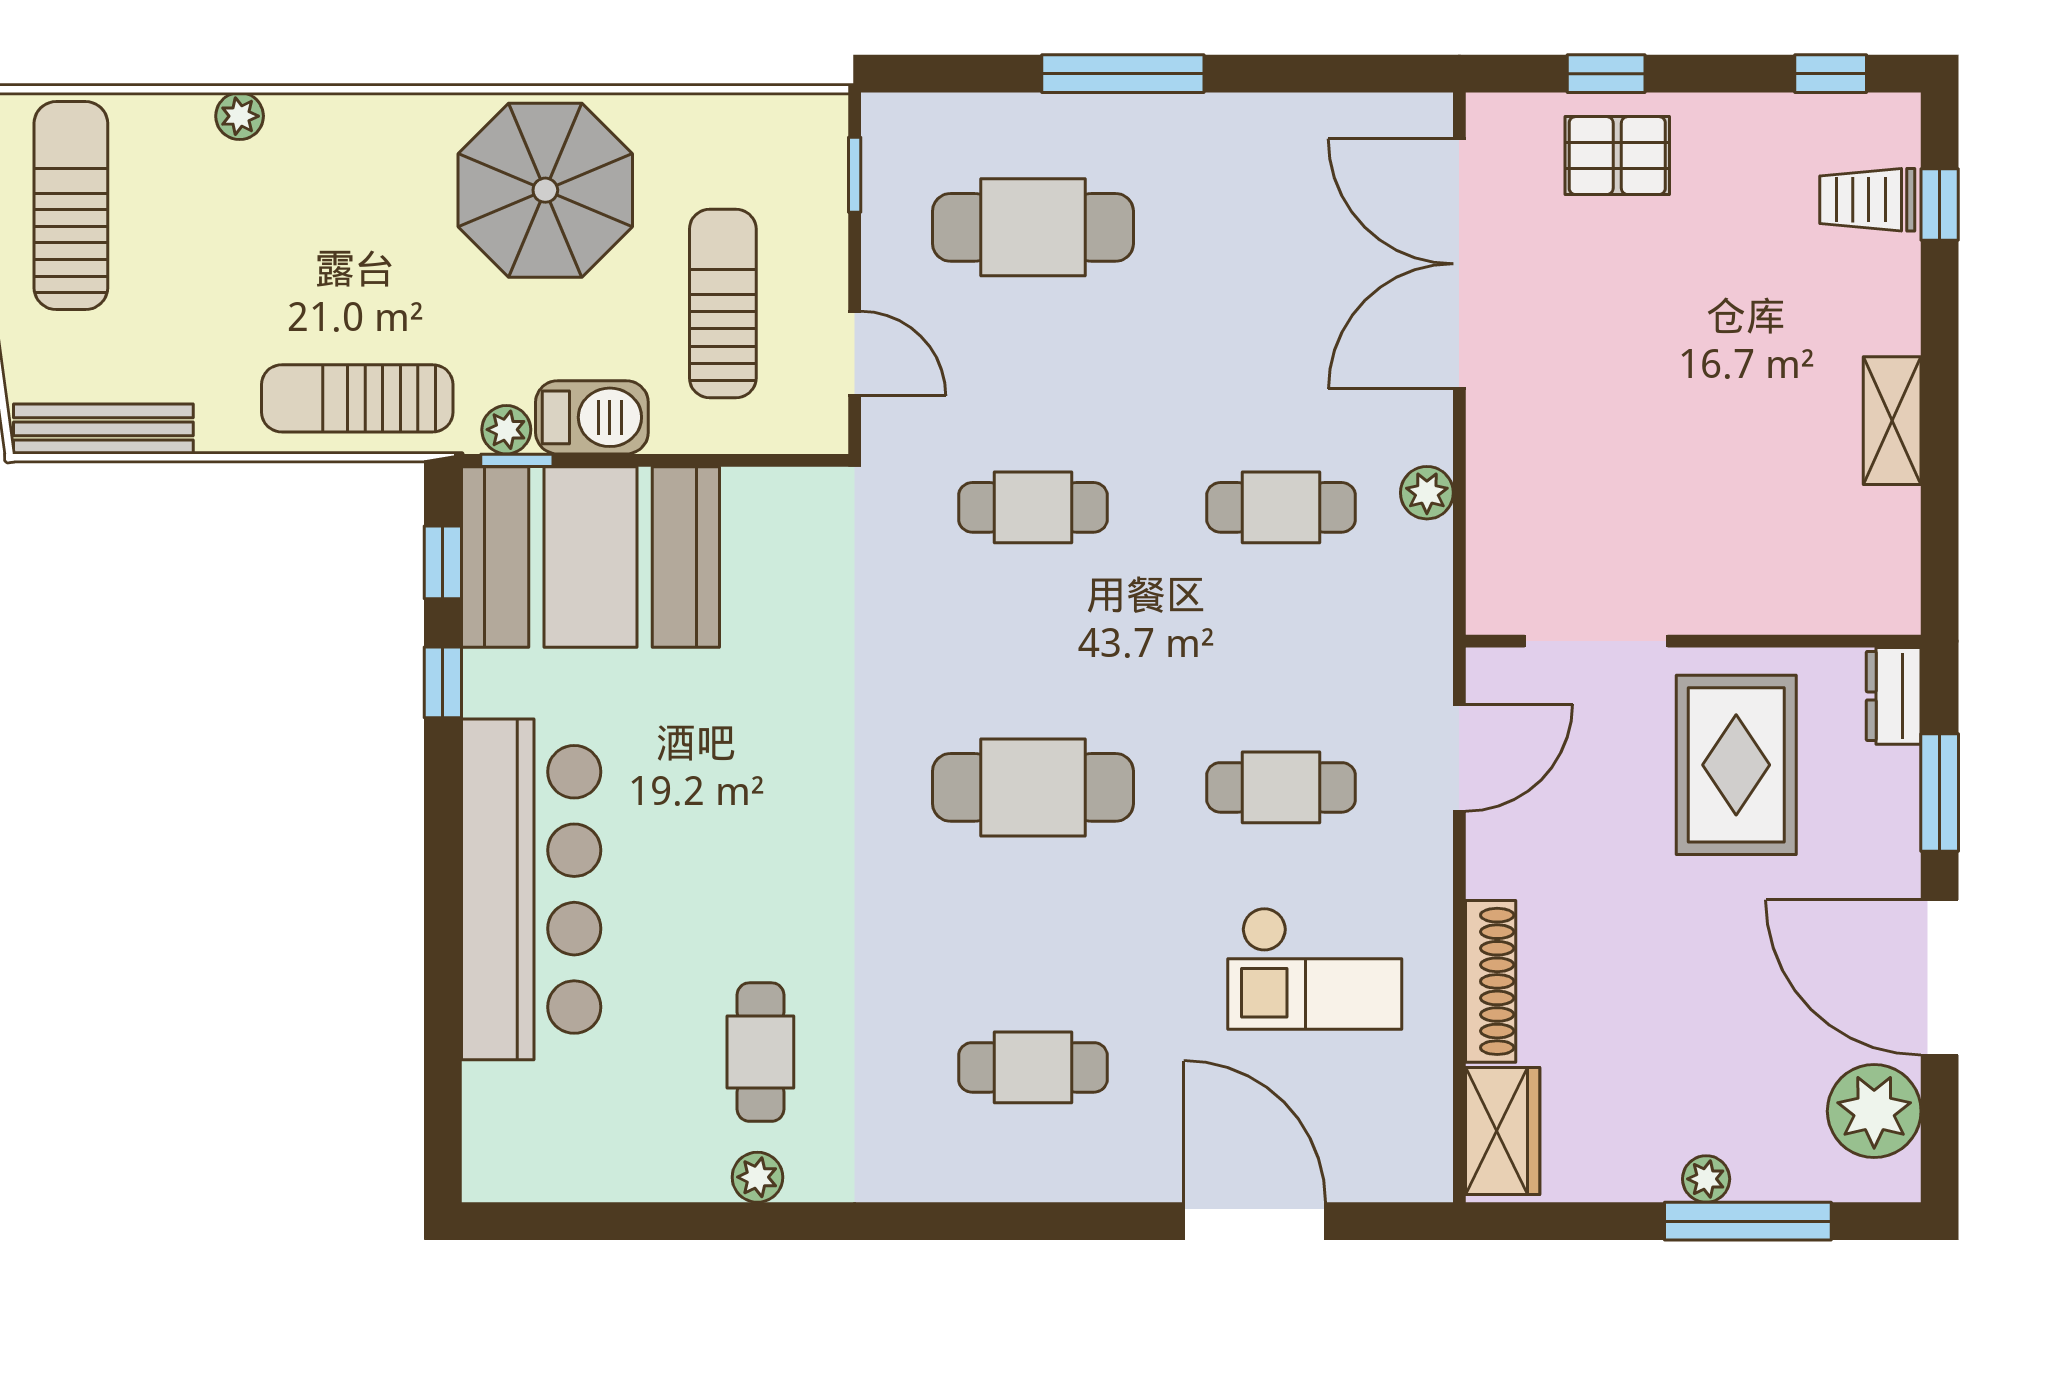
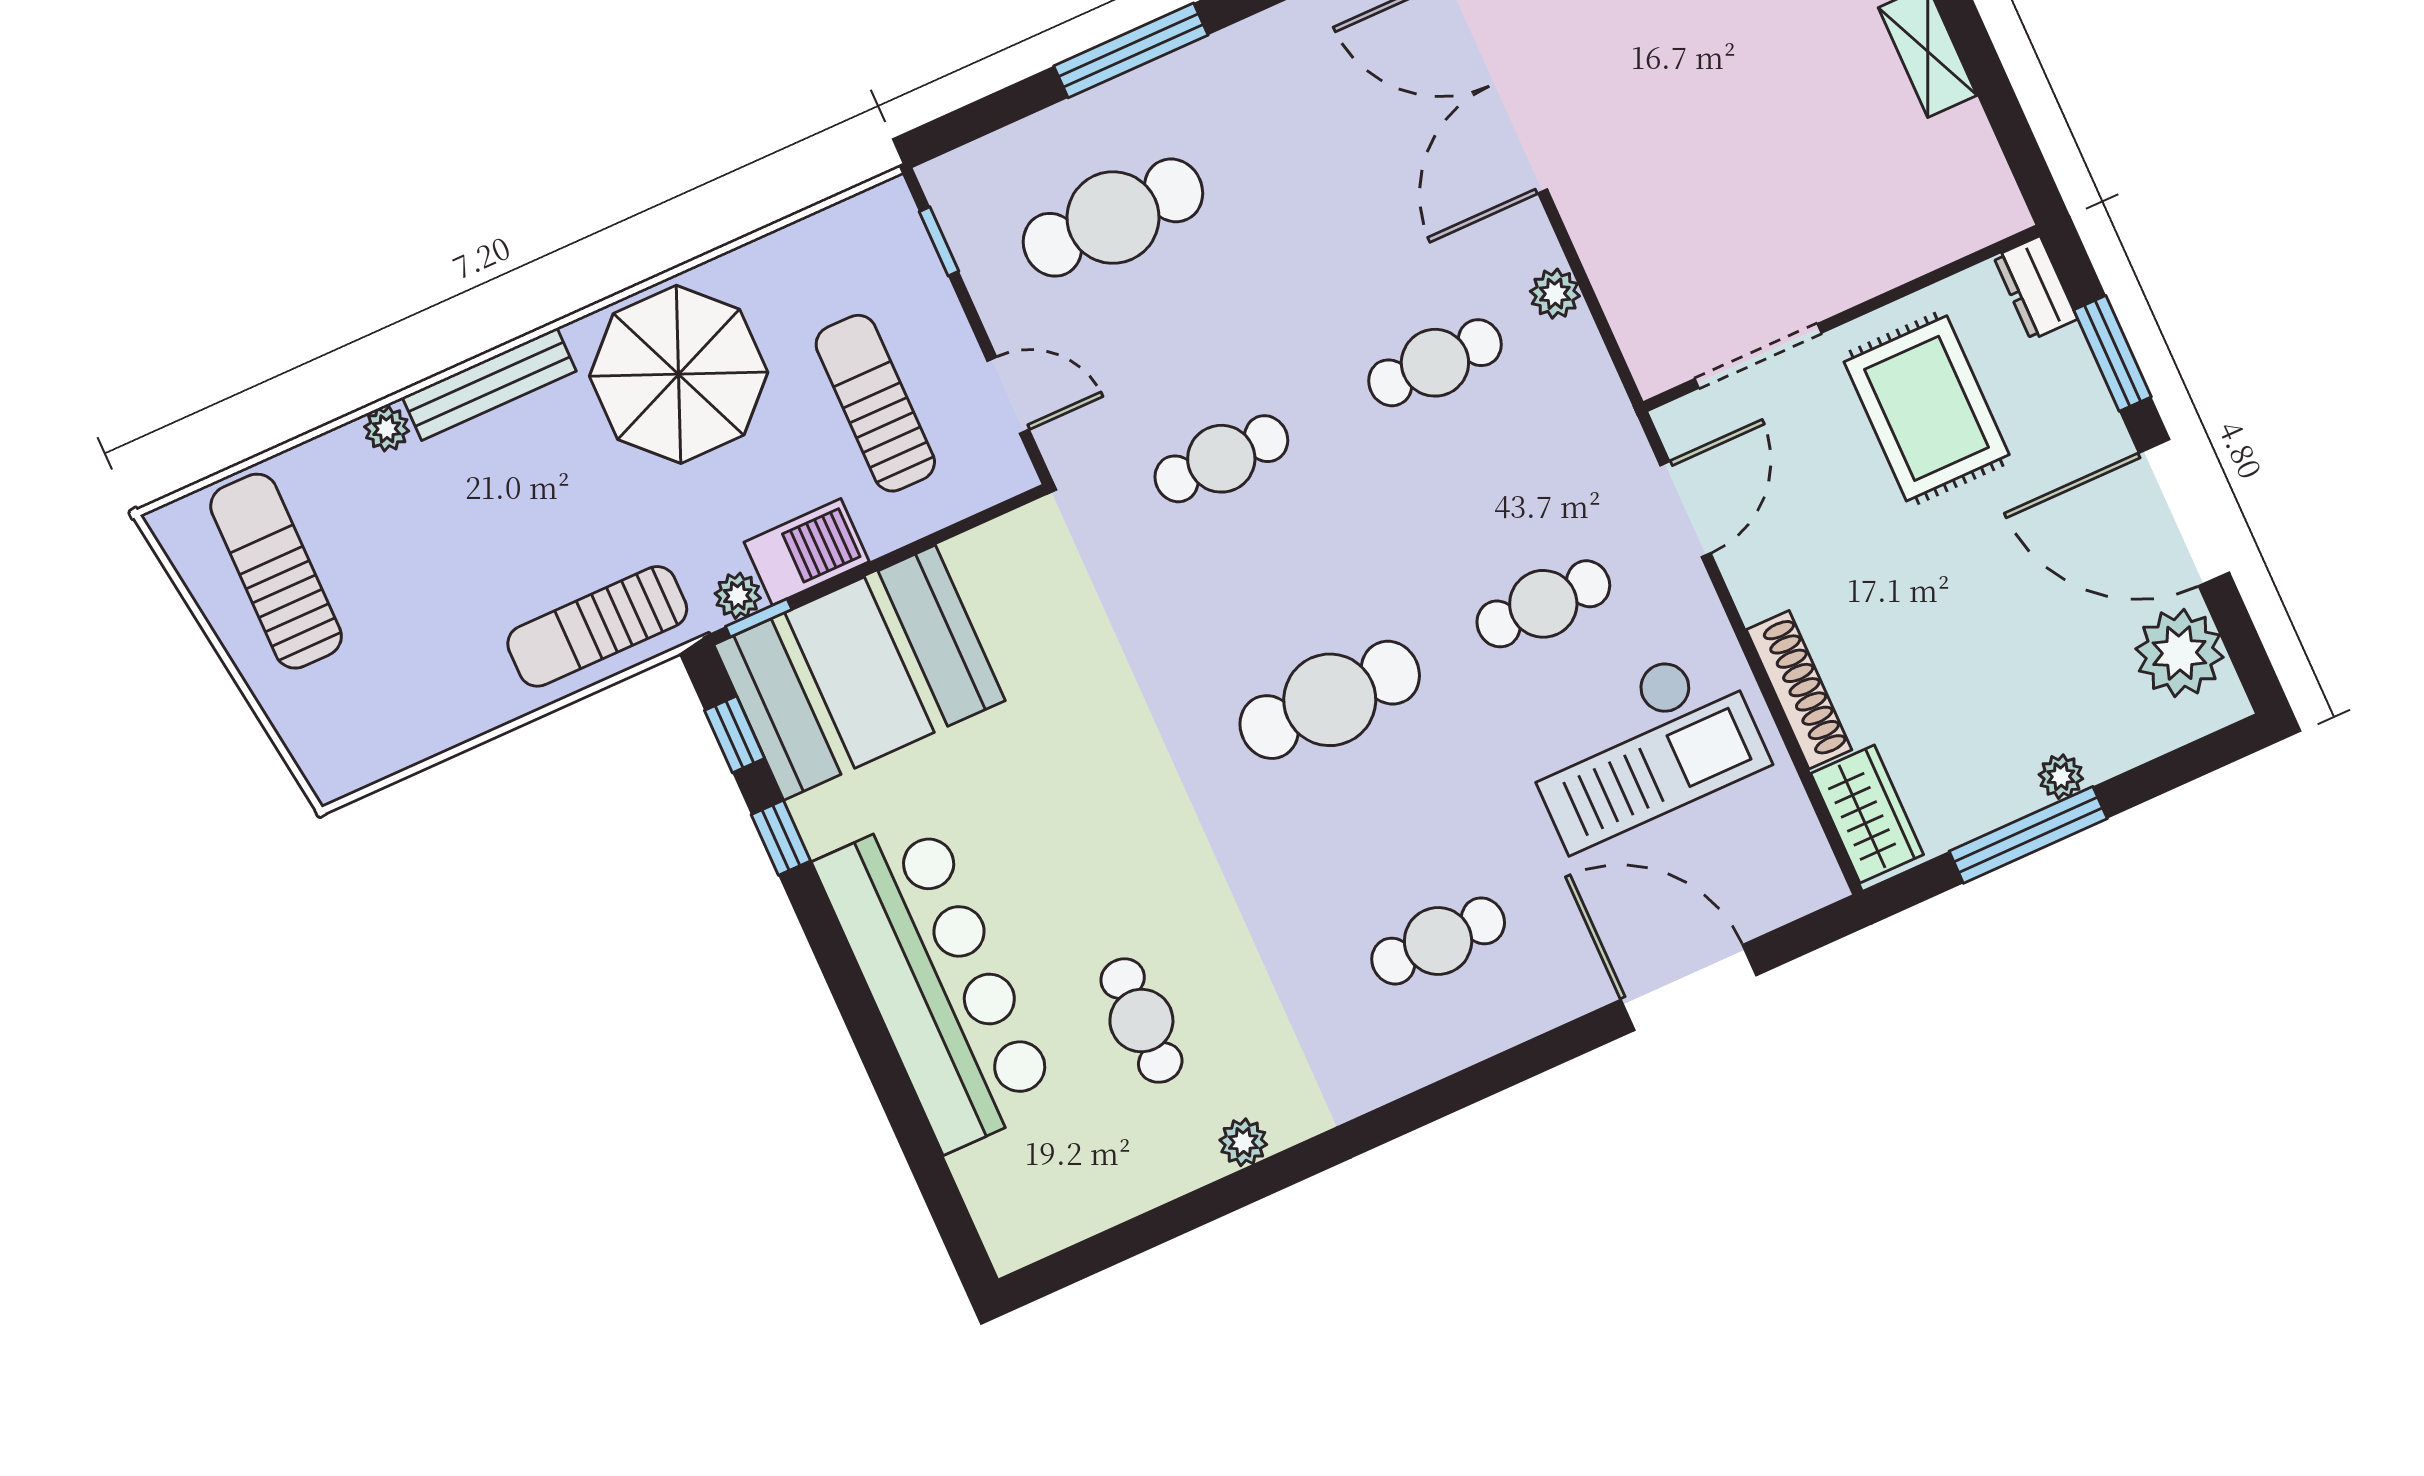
bench: (103, 429) -> (489, 384), moved
checkout: (1315, 968) -> (1642, 747), width x1.36, depth x1.21
cafe table: (760, 1052) -> (1141, 1021), moved
window: (1748, 1221) -> (2028, 835), moved

